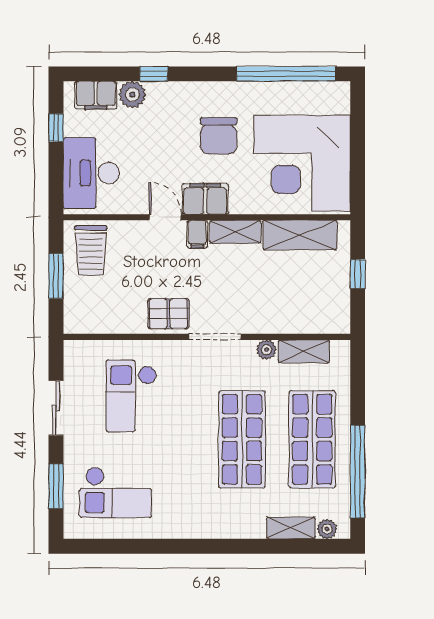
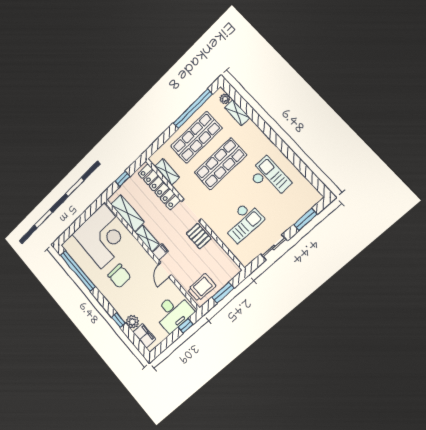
window: (56, 128) -> (186, 326), moved
chair: (219, 136) -> (119, 276), turned 90
filing cabinet: (205, 199) -> (145, 261), removed
locker: (293, 320) -> (159, 187), added
plant: (267, 350) -> (179, 186), removed
checkout: (116, 492) -> (270, 178), moved

